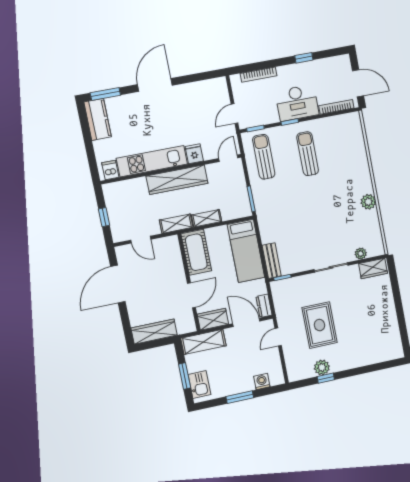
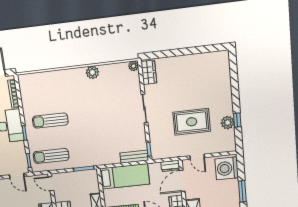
plant: (361, 254) -> (133, 66), moved
washing machine: (262, 382) -> (227, 168), width x1.89, depth x1.89

